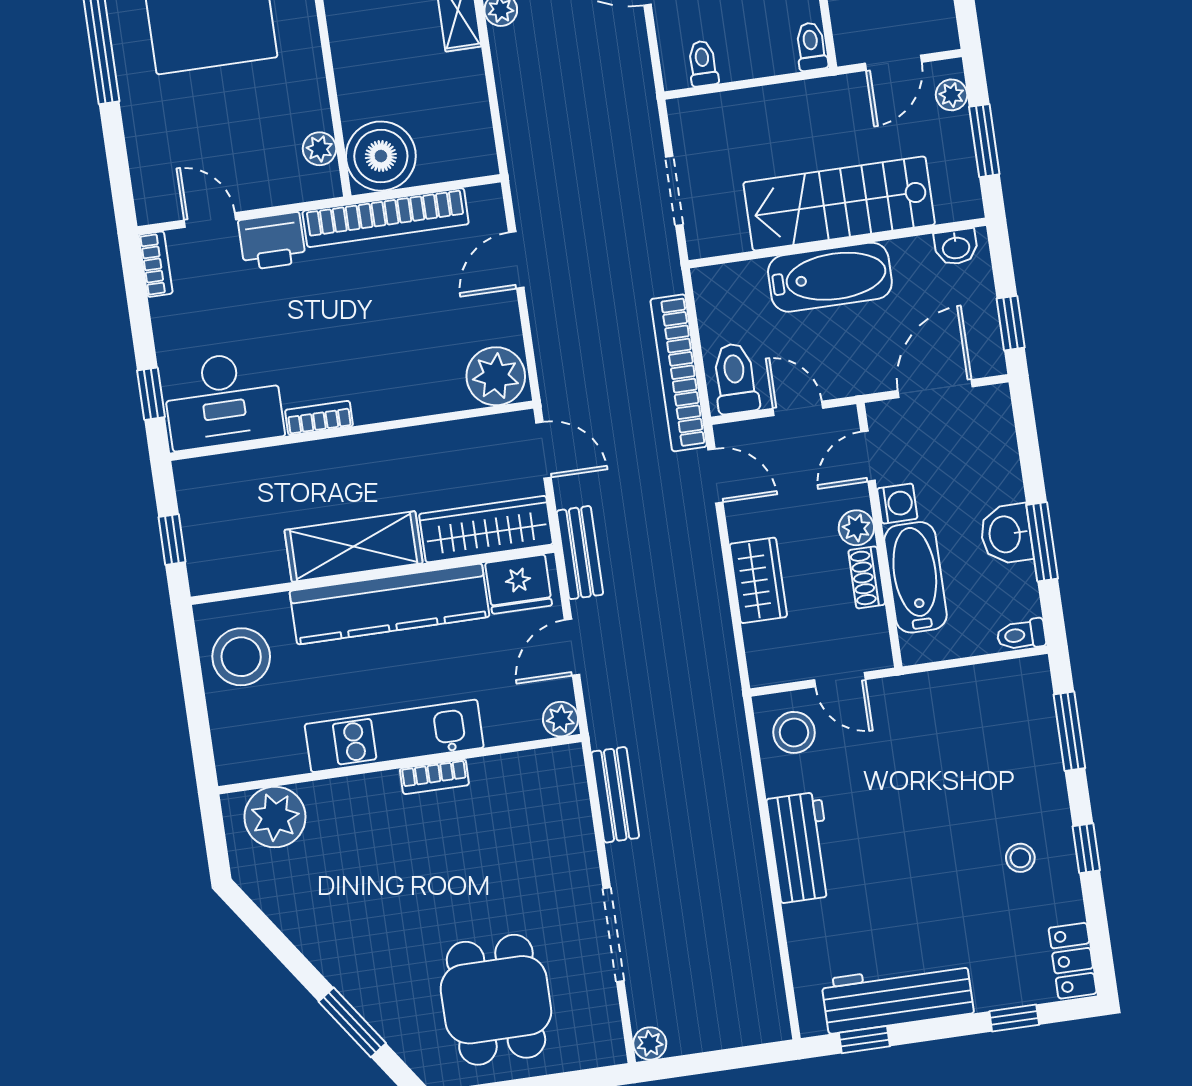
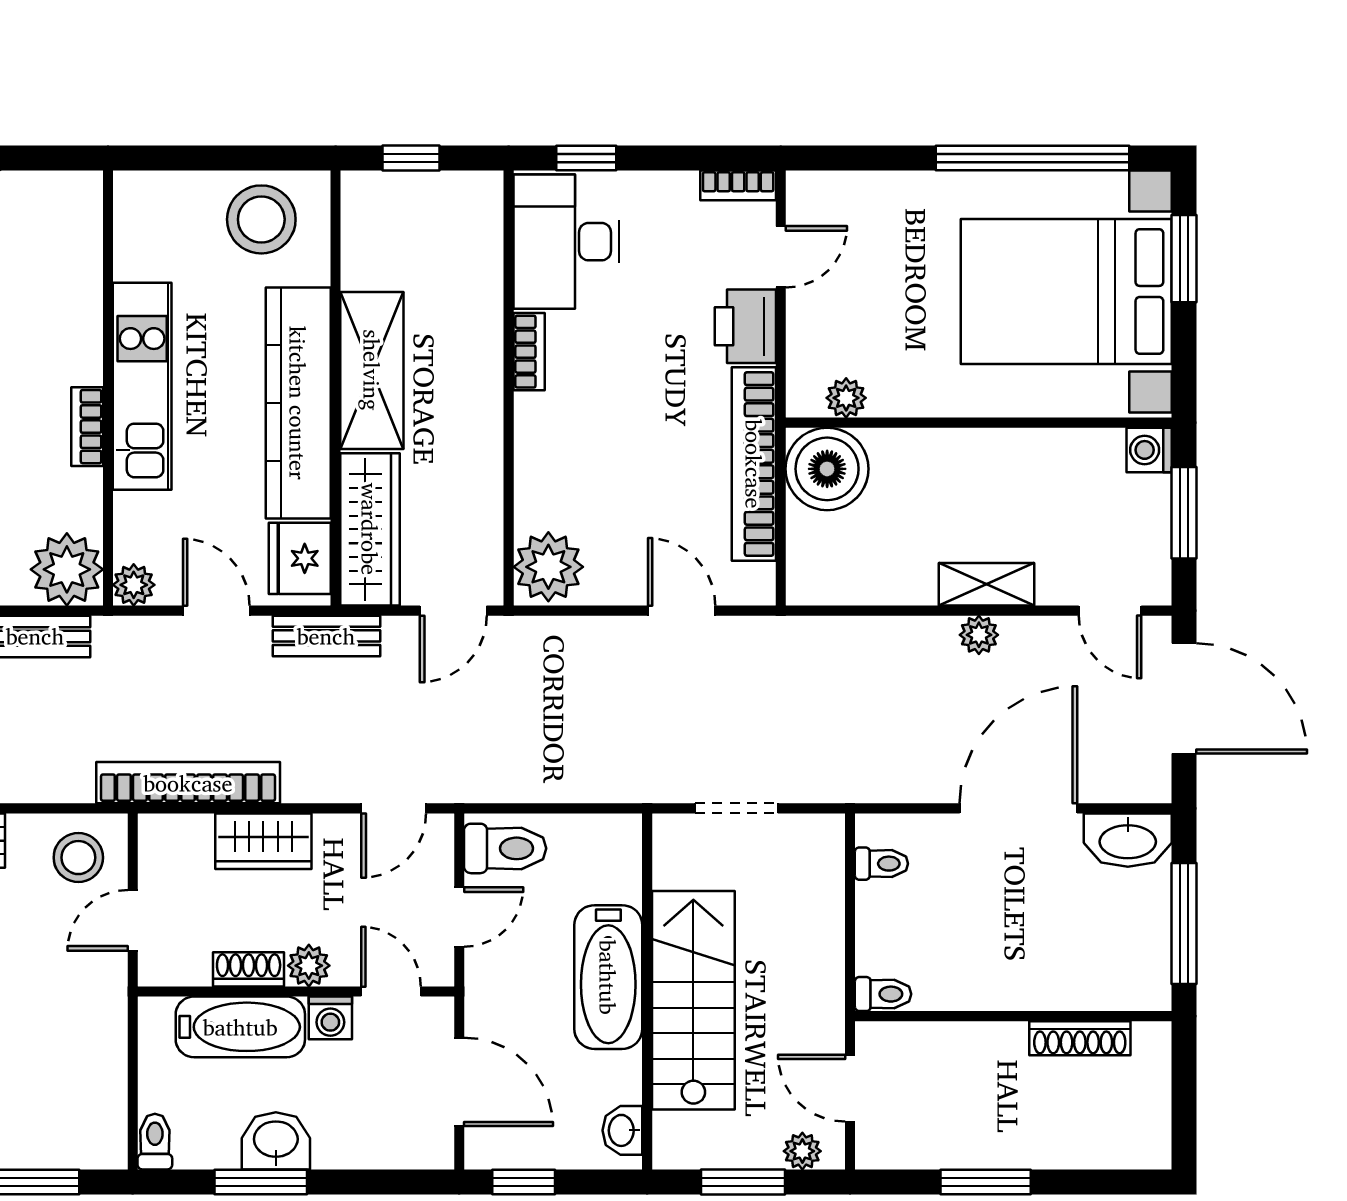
bookcase: (679, 373) -> (188, 783), moved
plant: (275, 817) -> (67, 569), moved

